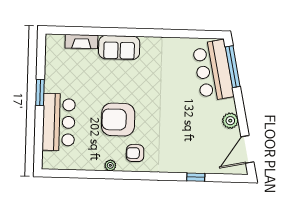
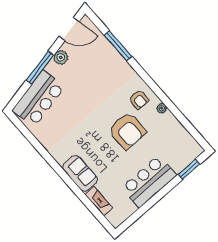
window: (233, 67) -> (40, 68), moved
window: (40, 93) -> (189, 169), moved
bar counter: (59, 122) -> (149, 181), moved
window: (196, 177) -> (118, 46), width x2.17

